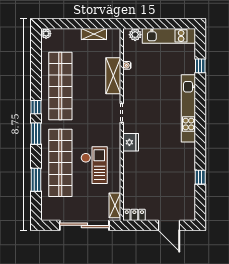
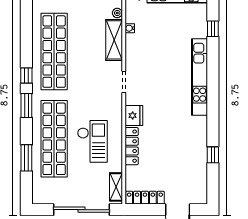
plant: (116, 52) -> (117, 13), added
locker: (129, 169) -> (132, 146), added
locker: (134, 215) -> (145, 198), width x1.53

